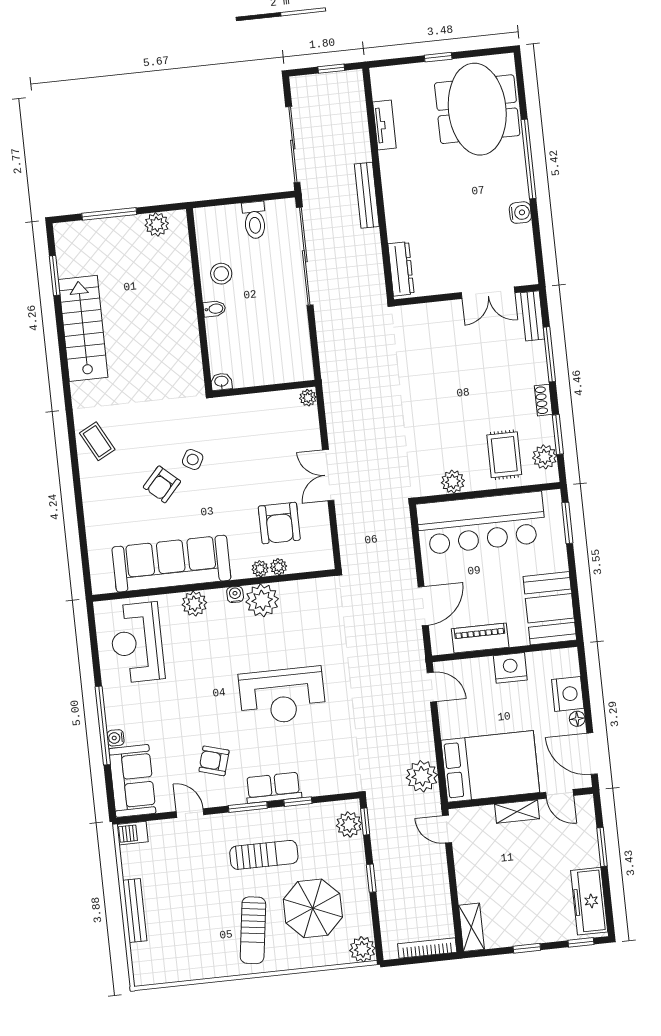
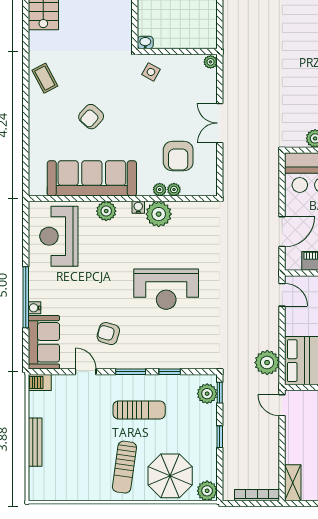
side table: (193, 459) -> (151, 72), moved
row of seats: (273, 788) -> (152, 359), removed
parasol: (313, 908) -> (170, 476), moved

